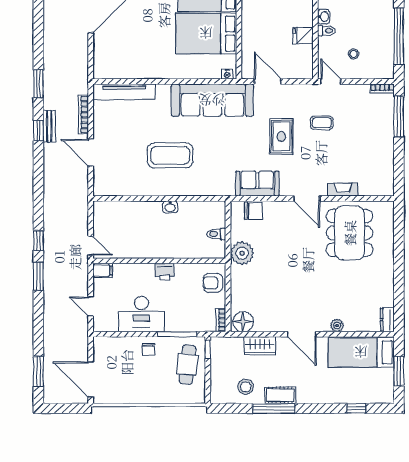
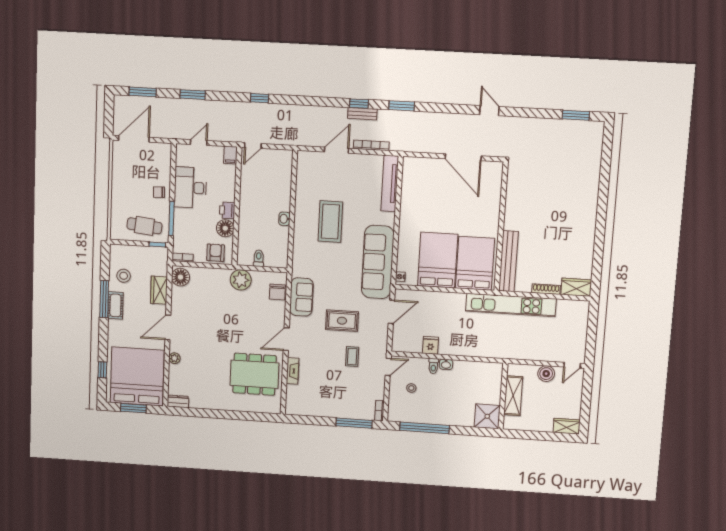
floor lamp: (185, 273) -> (225, 228), added
window: (38, 276) -> (193, 95), moved
bed: (361, 352) -> (137, 376), width x2.04

